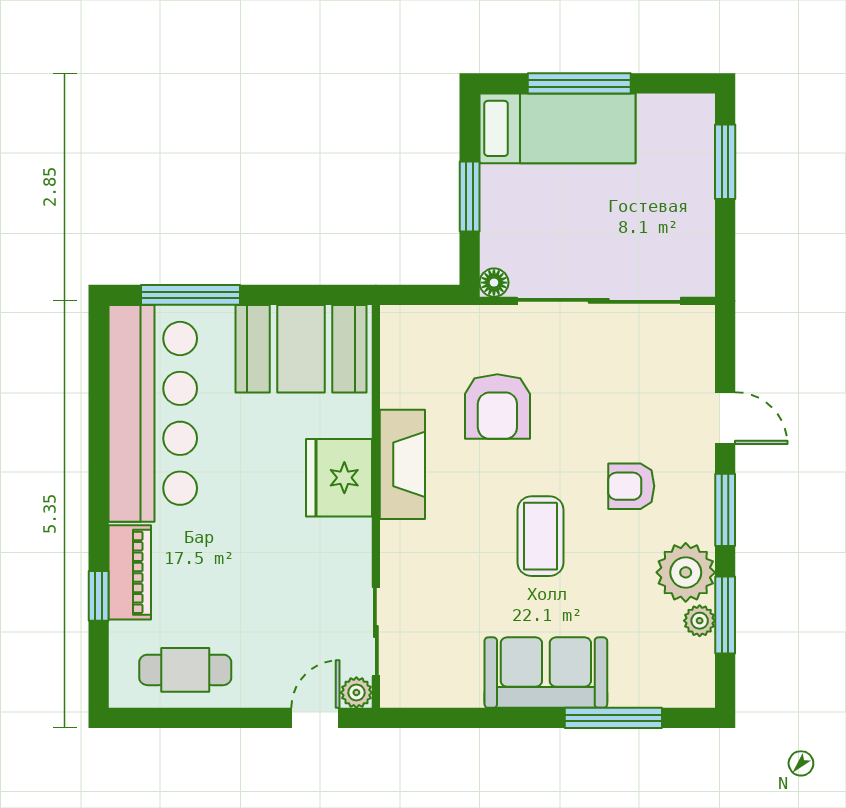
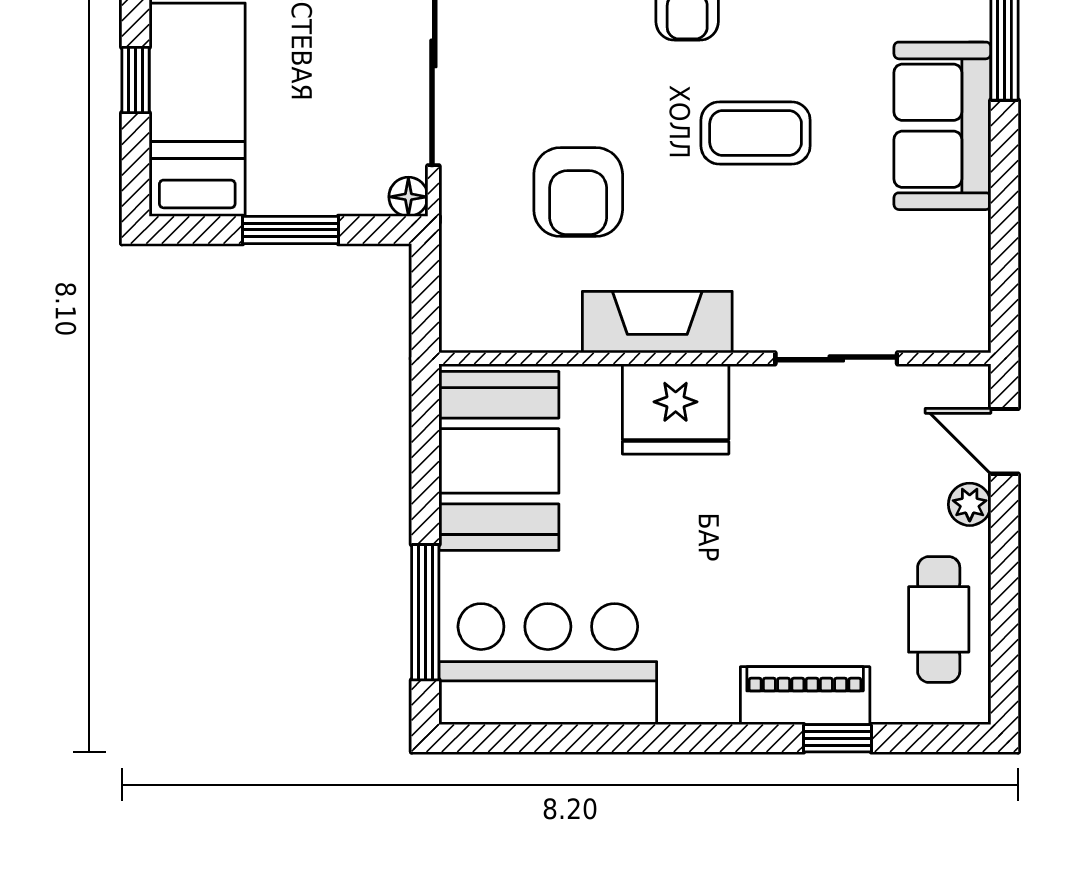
window: (579, 83) -> (136, 80), width x0.46
armchair: (497, 407) -> (578, 192), turned 90
bar counter: (153, 413) -> (548, 664), width x0.73
sliding door: (376, 632) -> (836, 358), moved
plant: (356, 693) -> (970, 504), moved

